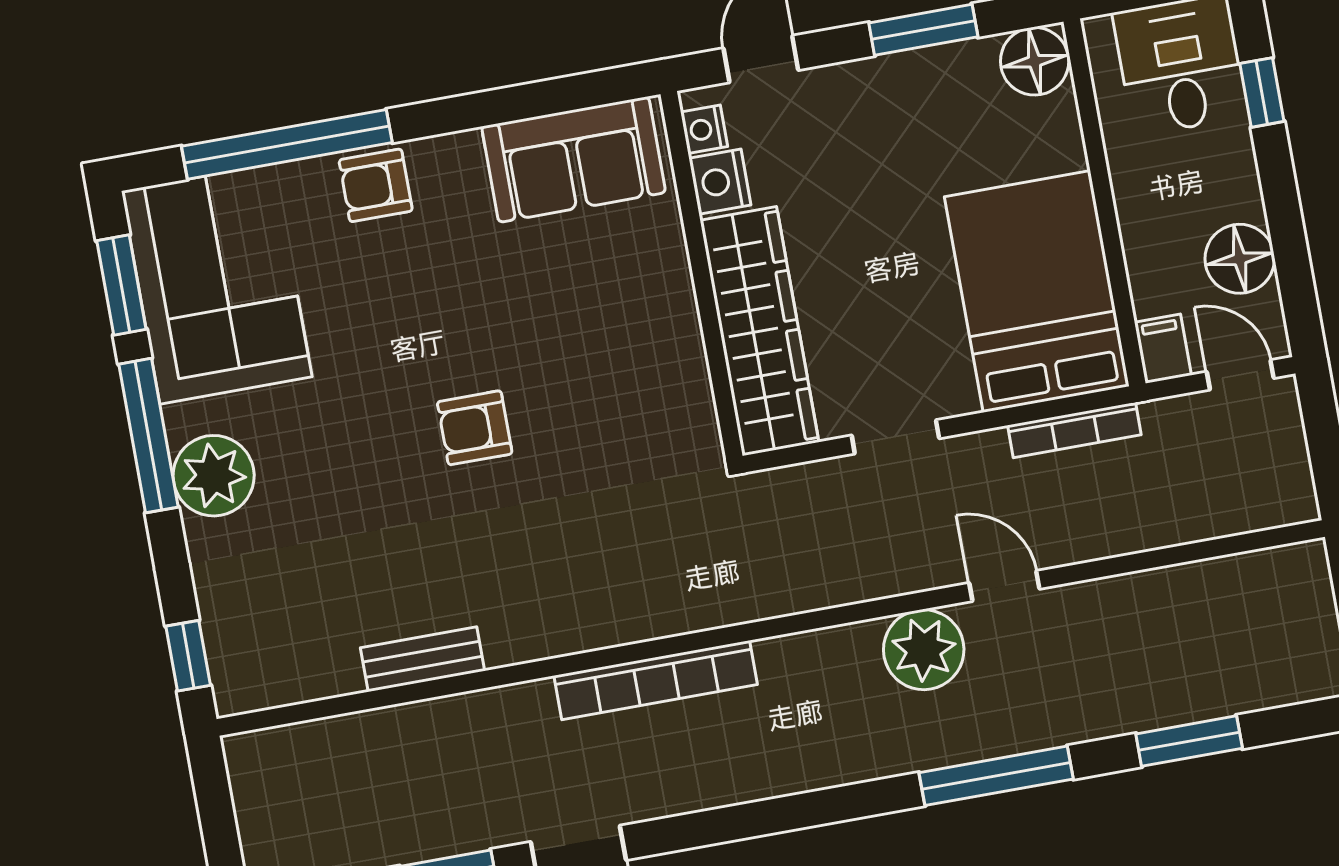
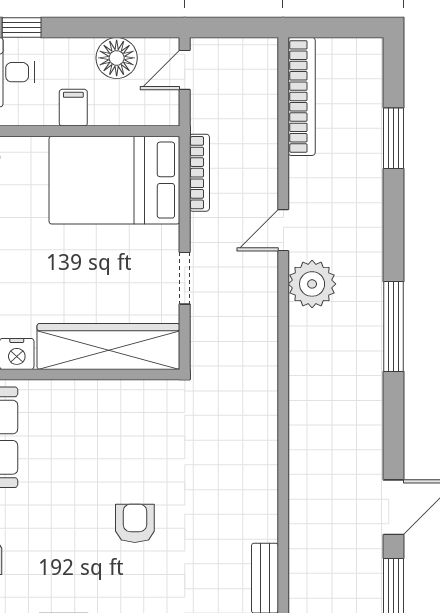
filing cabinet: (1163, 349) -> (73, 108), moved, turned 90
armchair: (475, 428) -> (135, 523), turned 180
bookcase: (656, 680) -> (302, 96), moved
window: (996, 776) -> (393, 327), moved

